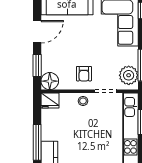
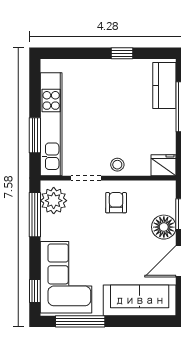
floor lamp: (50, 81) -> (164, 227), moved

